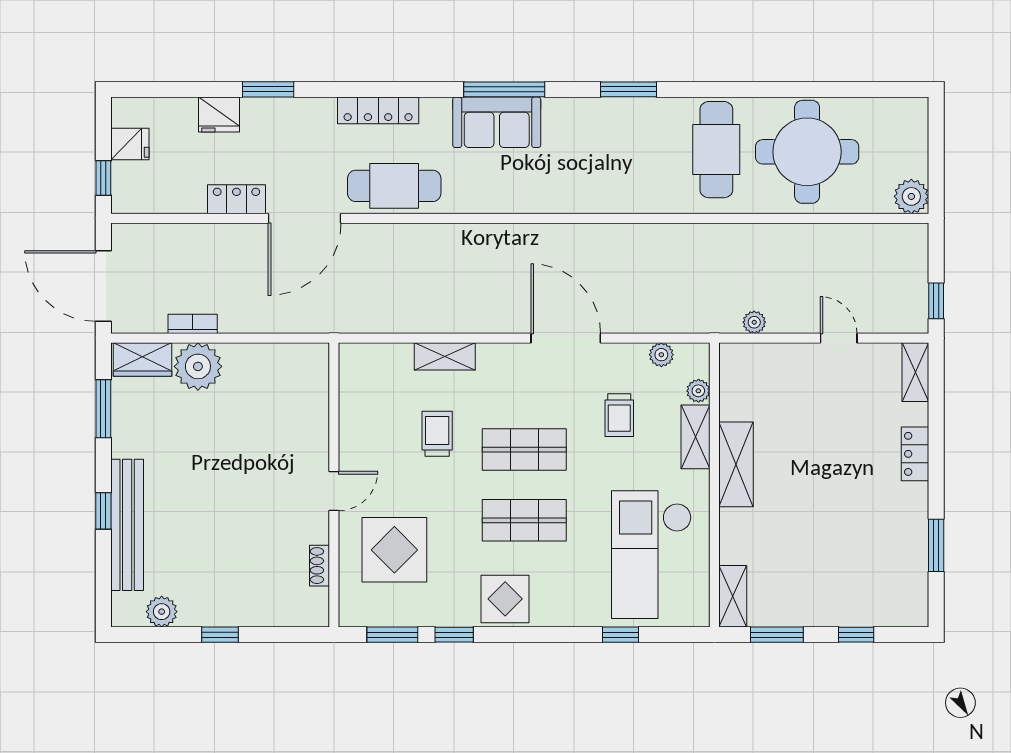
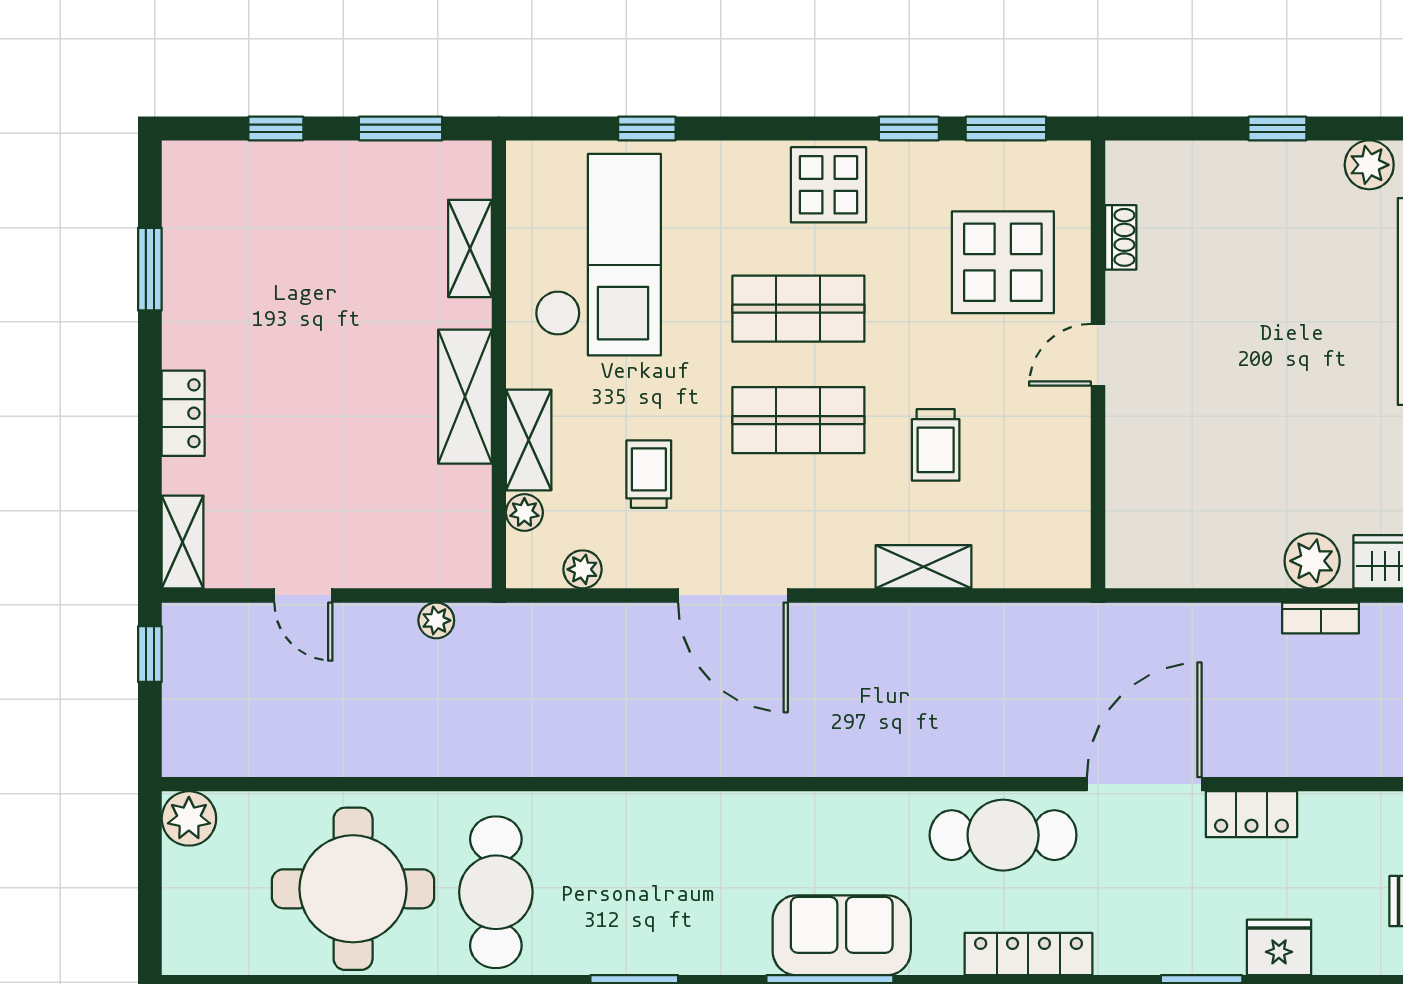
plant: (198, 366) -> (1312, 561), width x0.73, depth x0.73
shelving: (733, 596) -> (470, 248), moved

